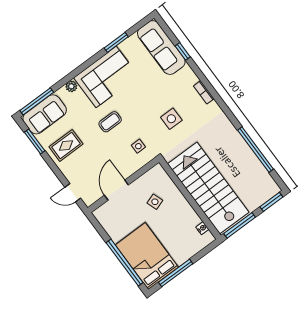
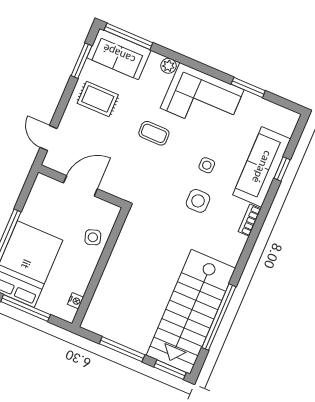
sofa: (161, 48) -> (262, 167), moved
side table: (138, 146) -> (207, 165), moved
stairs: (208, 188) -> (191, 312), moved, turned 180
wall: (190, 199) -> (101, 267), moved
nightstand: (202, 228) -> (76, 301), moved

